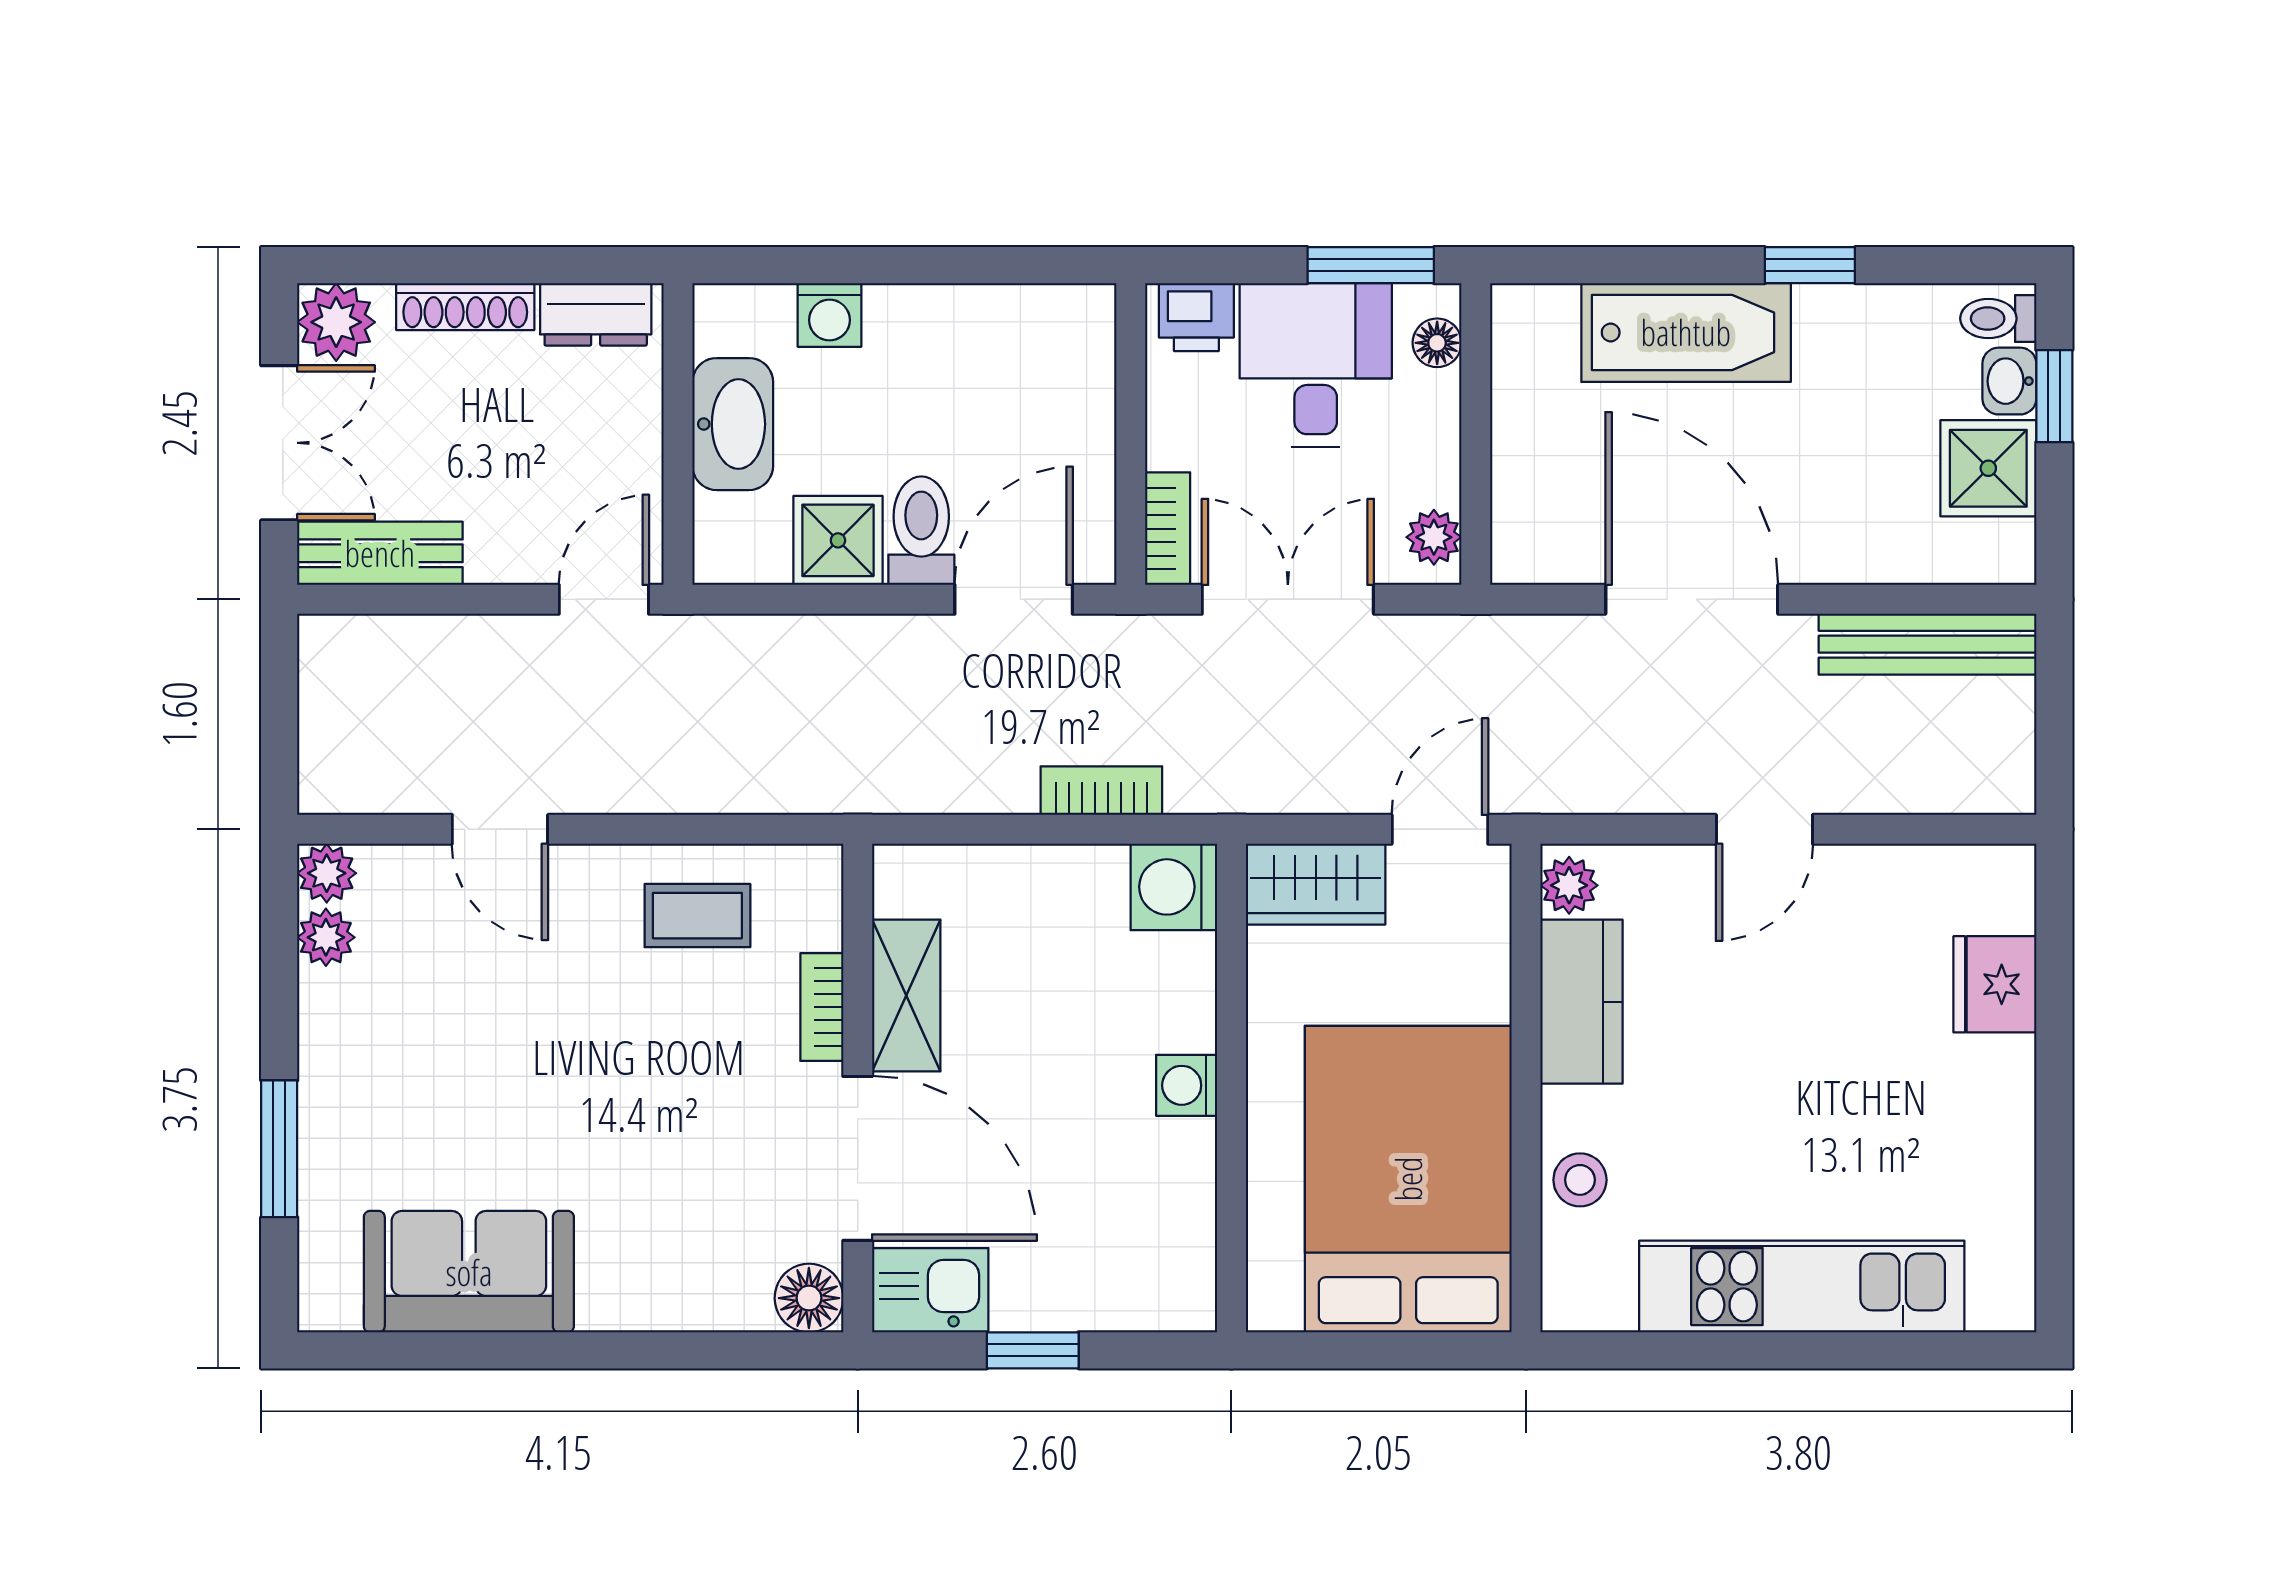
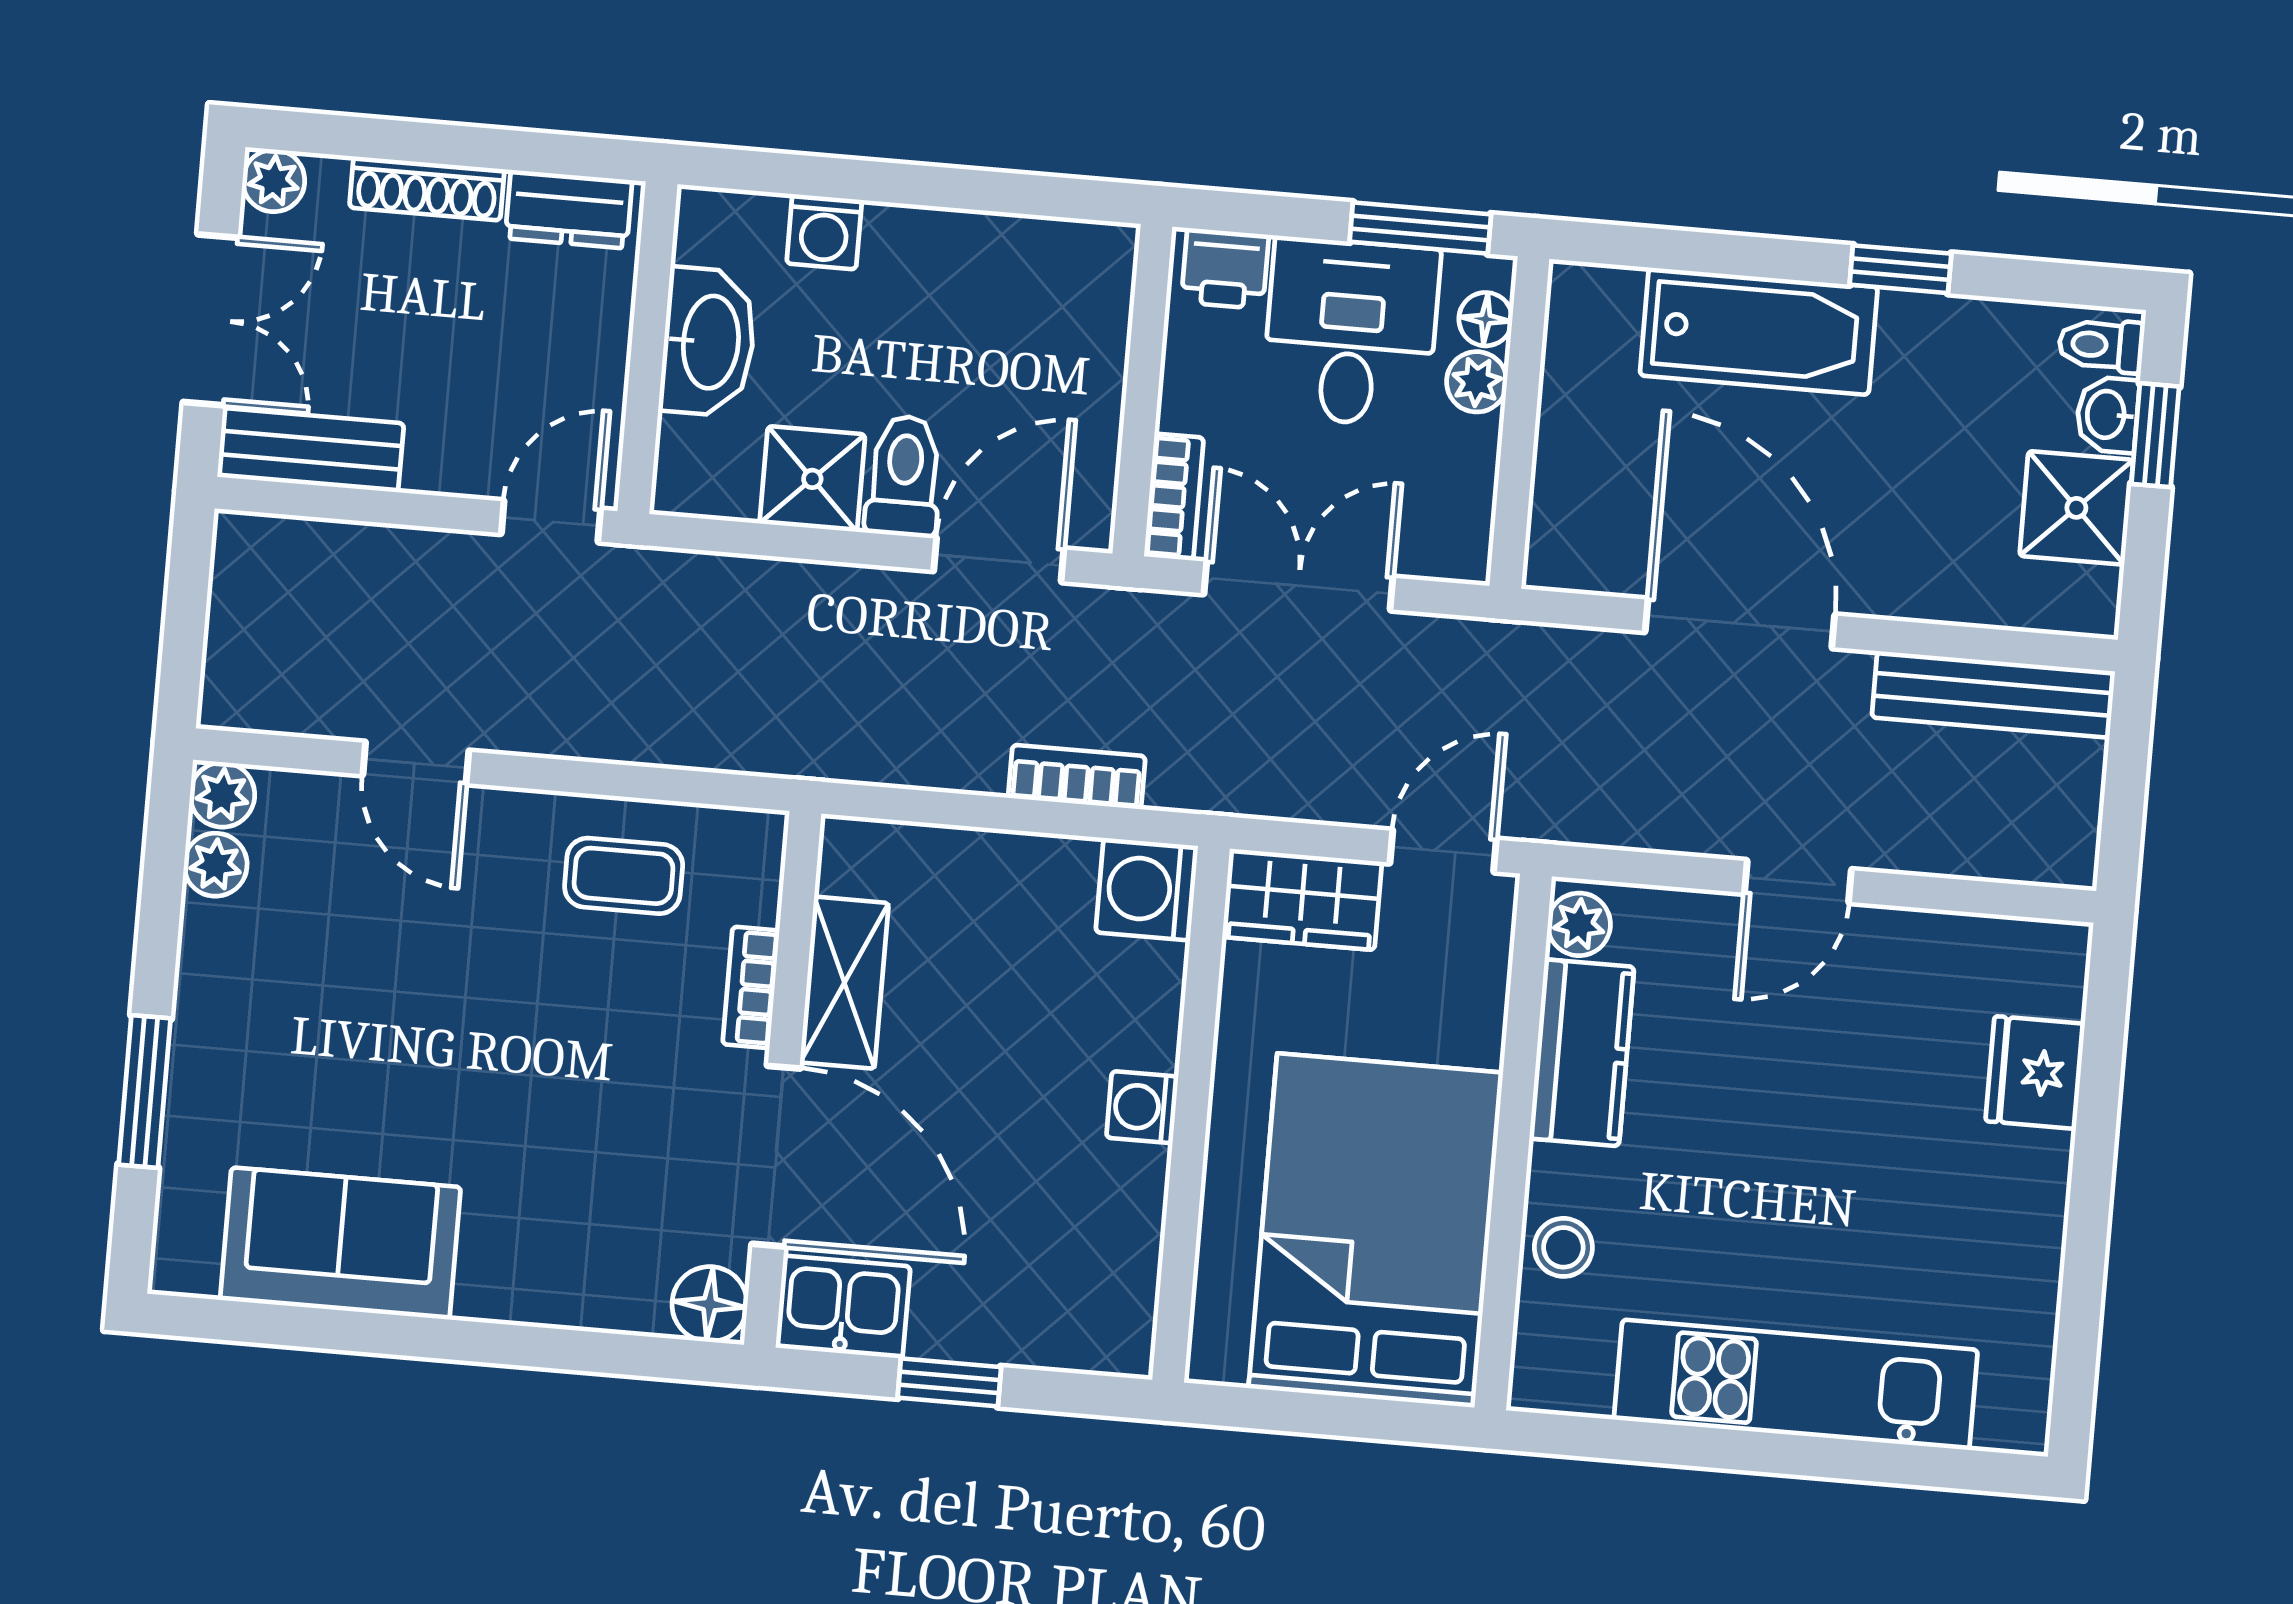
plant: (336, 322) -> (274, 181), width x0.73, depth x0.73
plant: (1434, 537) -> (1477, 382), moved

